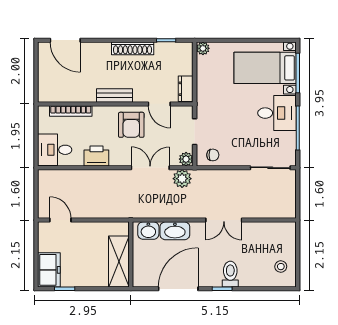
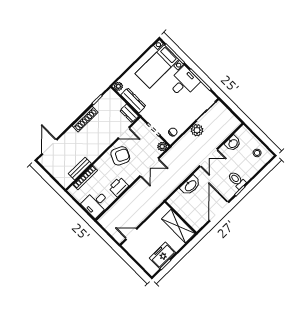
door: (65, 40) -> (50, 147), swing flipped
dresser: (204, 79) -> (133, 100), added
bench: (114, 96) -> (80, 169), moved
armchair: (131, 125) -> (120, 156), turned -65
double door: (150, 168) -> (149, 167), swing flipped
plant: (182, 179) -> (197, 130), moved
washbasin: (148, 231) -> (233, 143), moved
freezer: (49, 270) -> (162, 255), moved, turned -90

